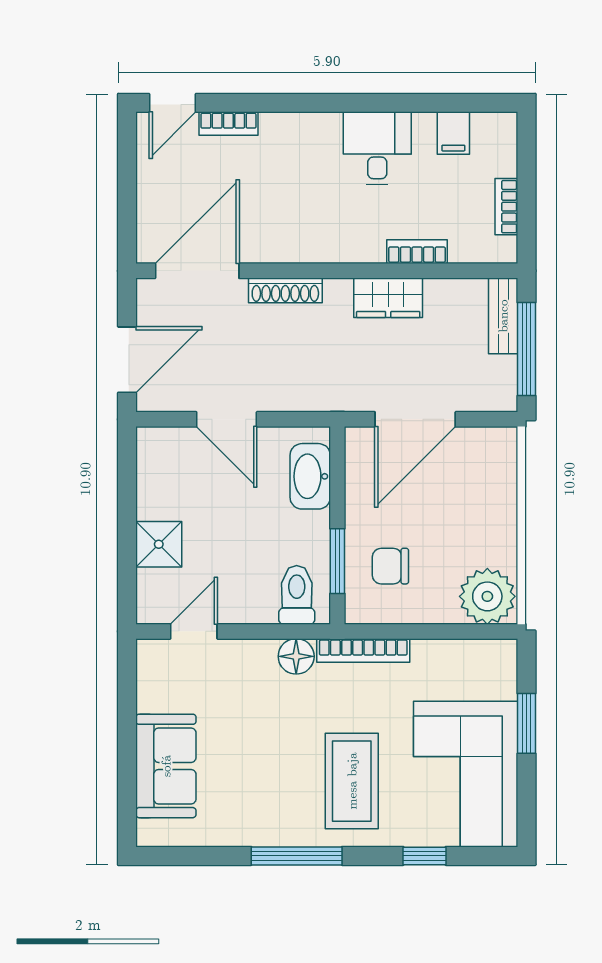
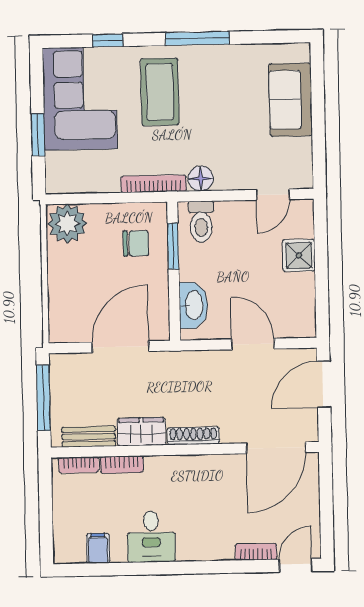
bookcase: (506, 207) -> (79, 465), moved, turned 90
shoe rack: (285, 290) -> (193, 436), moved
bench: (503, 316) -> (89, 437), moved, turned 90

